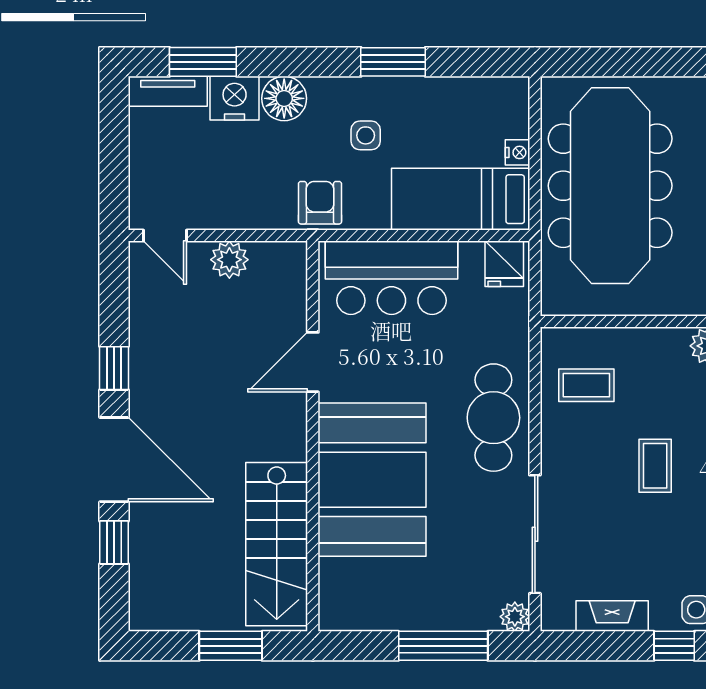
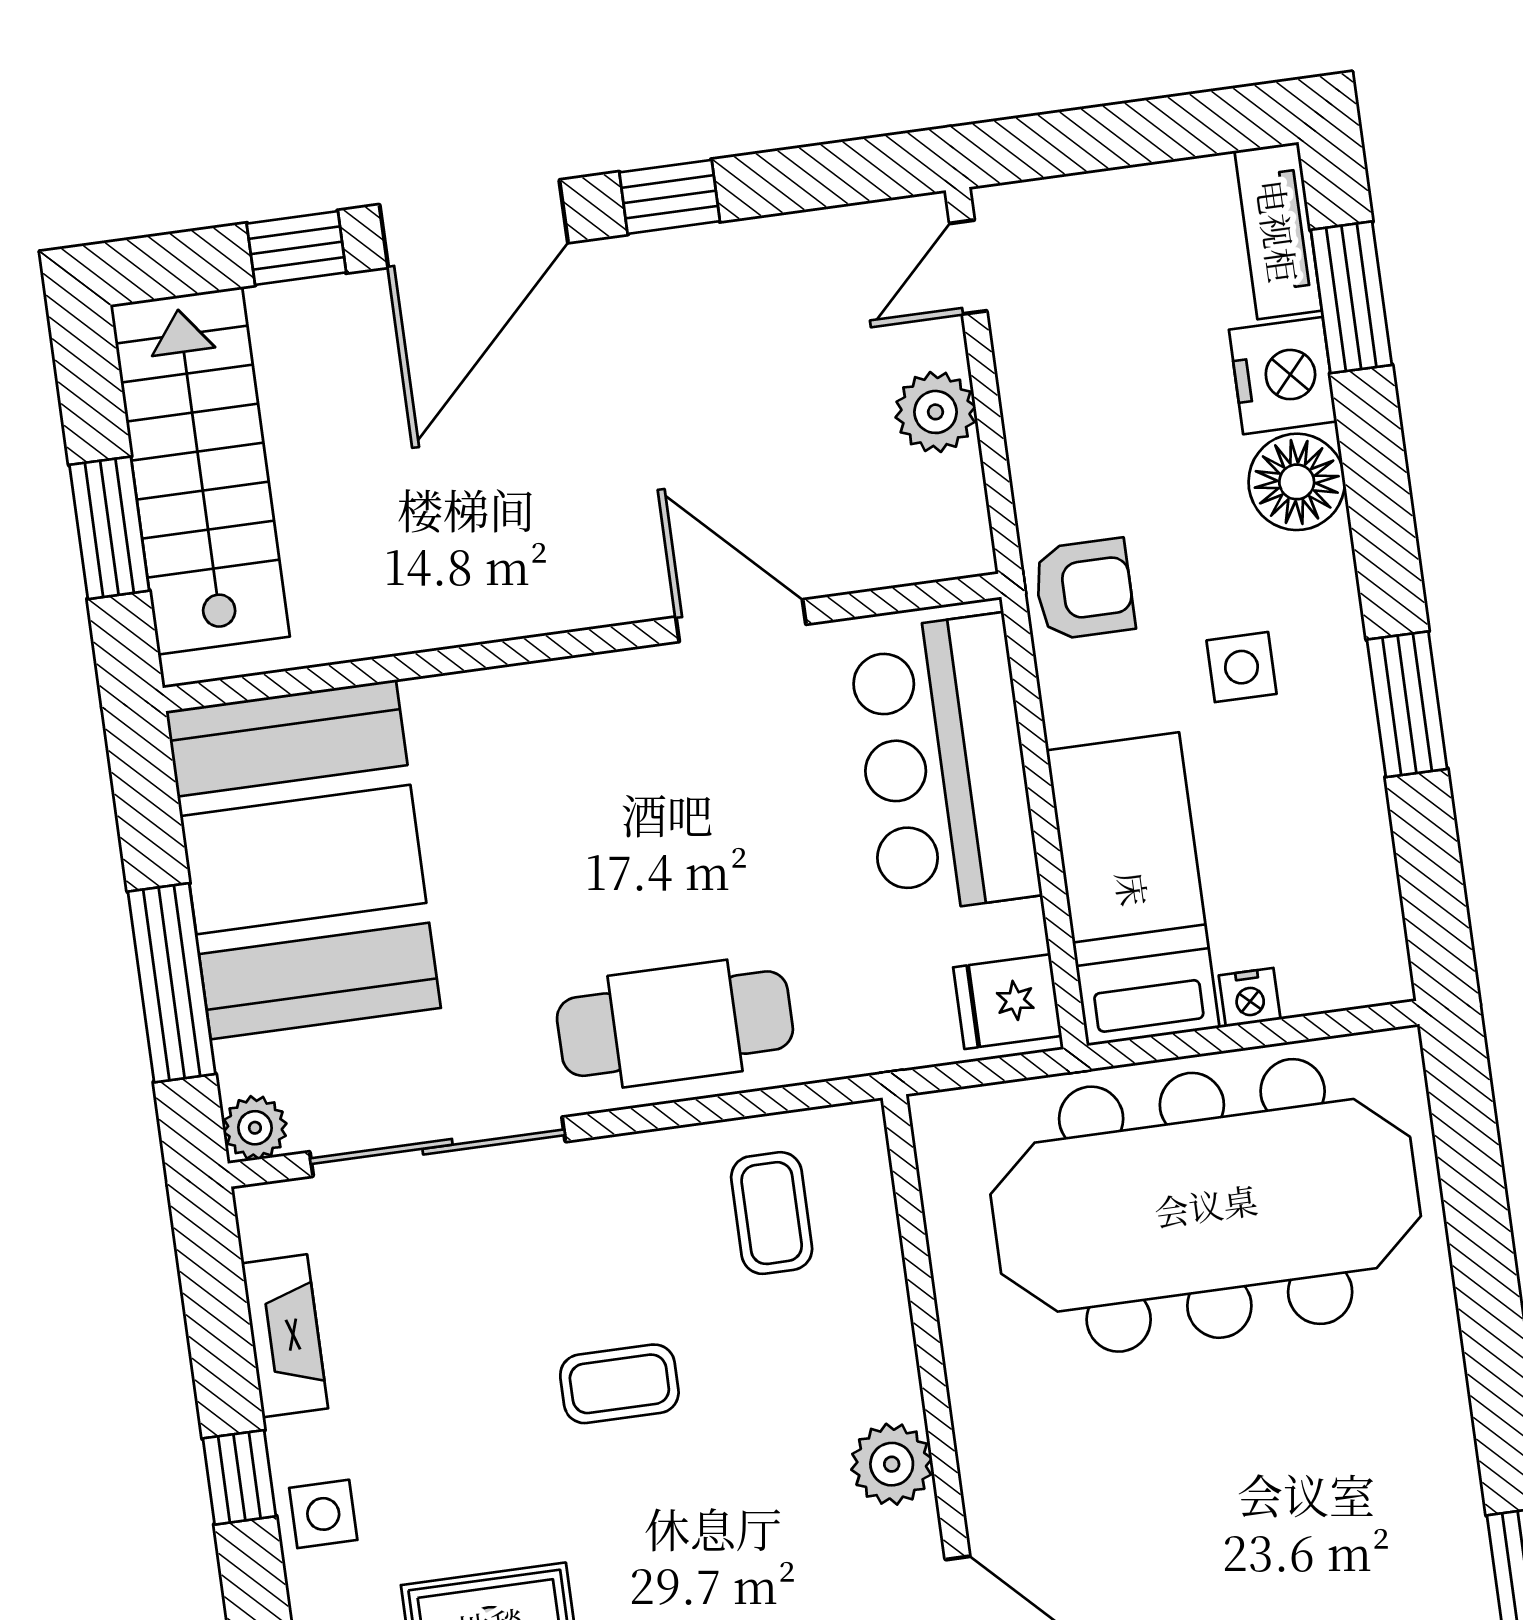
booth: (372, 480) -> (303, 860), moved, turned 90
stairs: (277, 544) -> (200, 471), moved, turned 90

